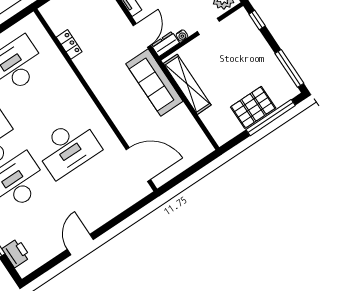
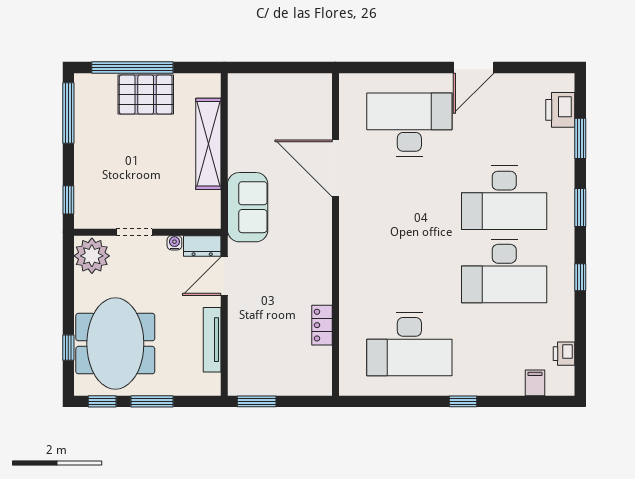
sofa: (154, 83) -> (248, 207), width x0.73
shelving: (187, 84) -> (208, 144), moved
desk: (68, 148) -> (409, 125), moved
door: (138, 164) -> (335, 168), moved

